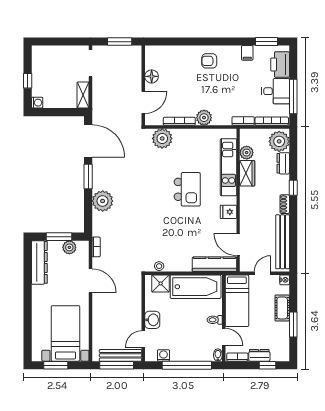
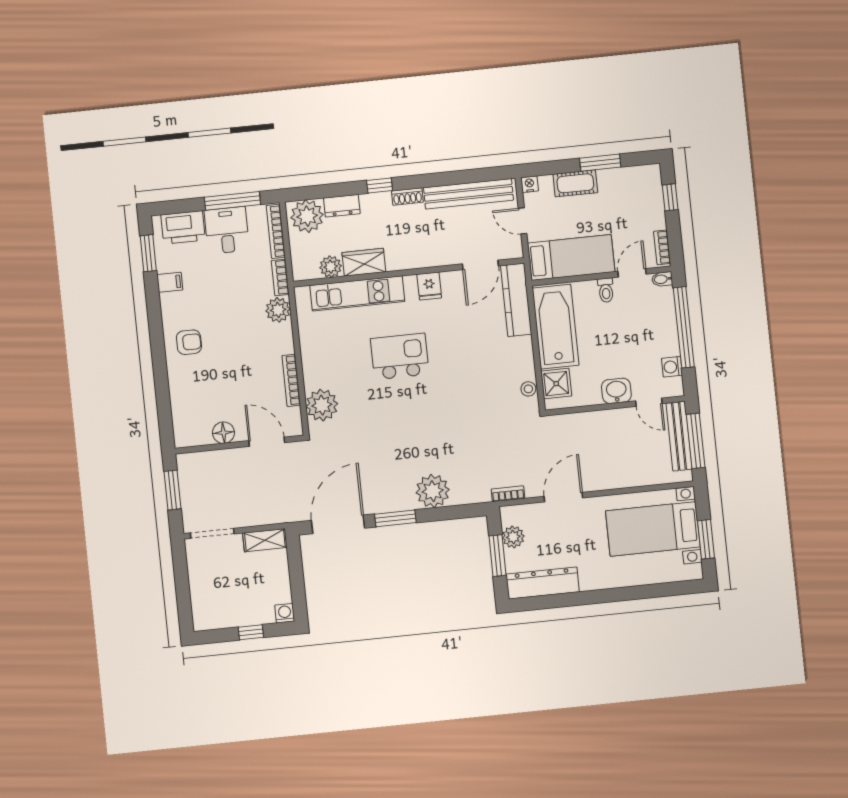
armchair: (209, 61) -> (189, 342), turned -90
plant: (204, 118) -> (278, 310), moved
dresser: (259, 355) -> (656, 212), removed

